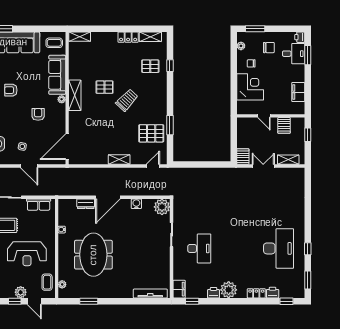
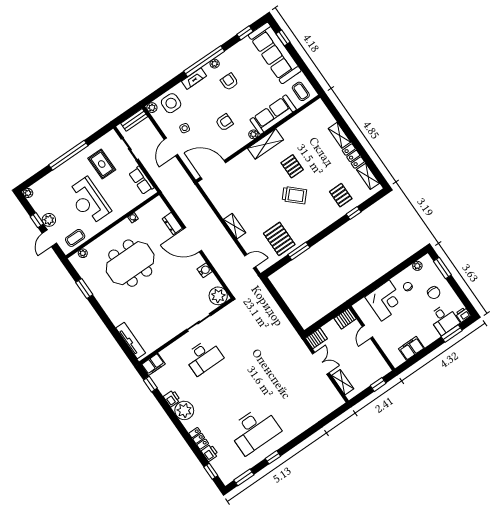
shelving: (80, 37) -> (340, 135), moved
server rack: (284, 125) -> (345, 318), moved

